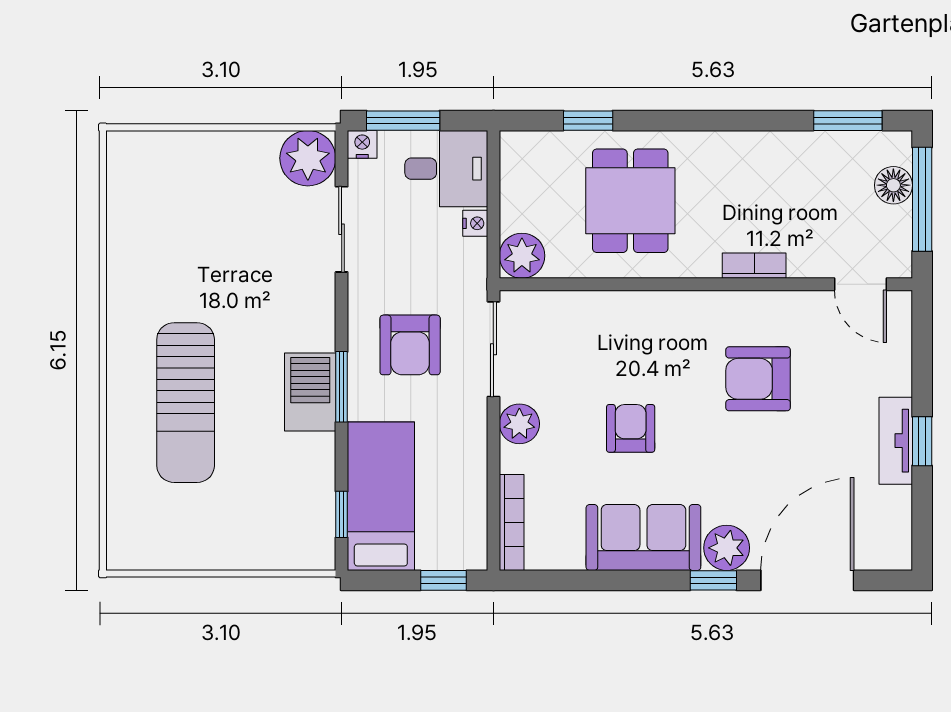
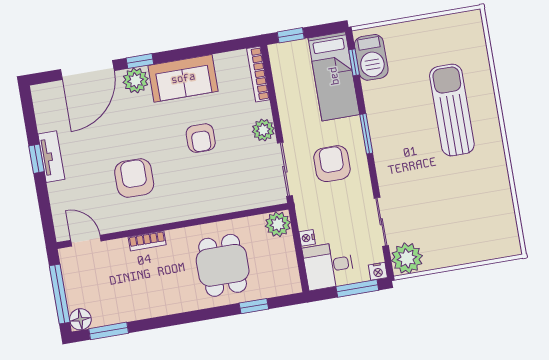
floor lamp: (893, 185) -> (80, 319), moved
armchair: (758, 379) -> (134, 178), turned -90
barbecue: (310, 392) -> (371, 57), moved

